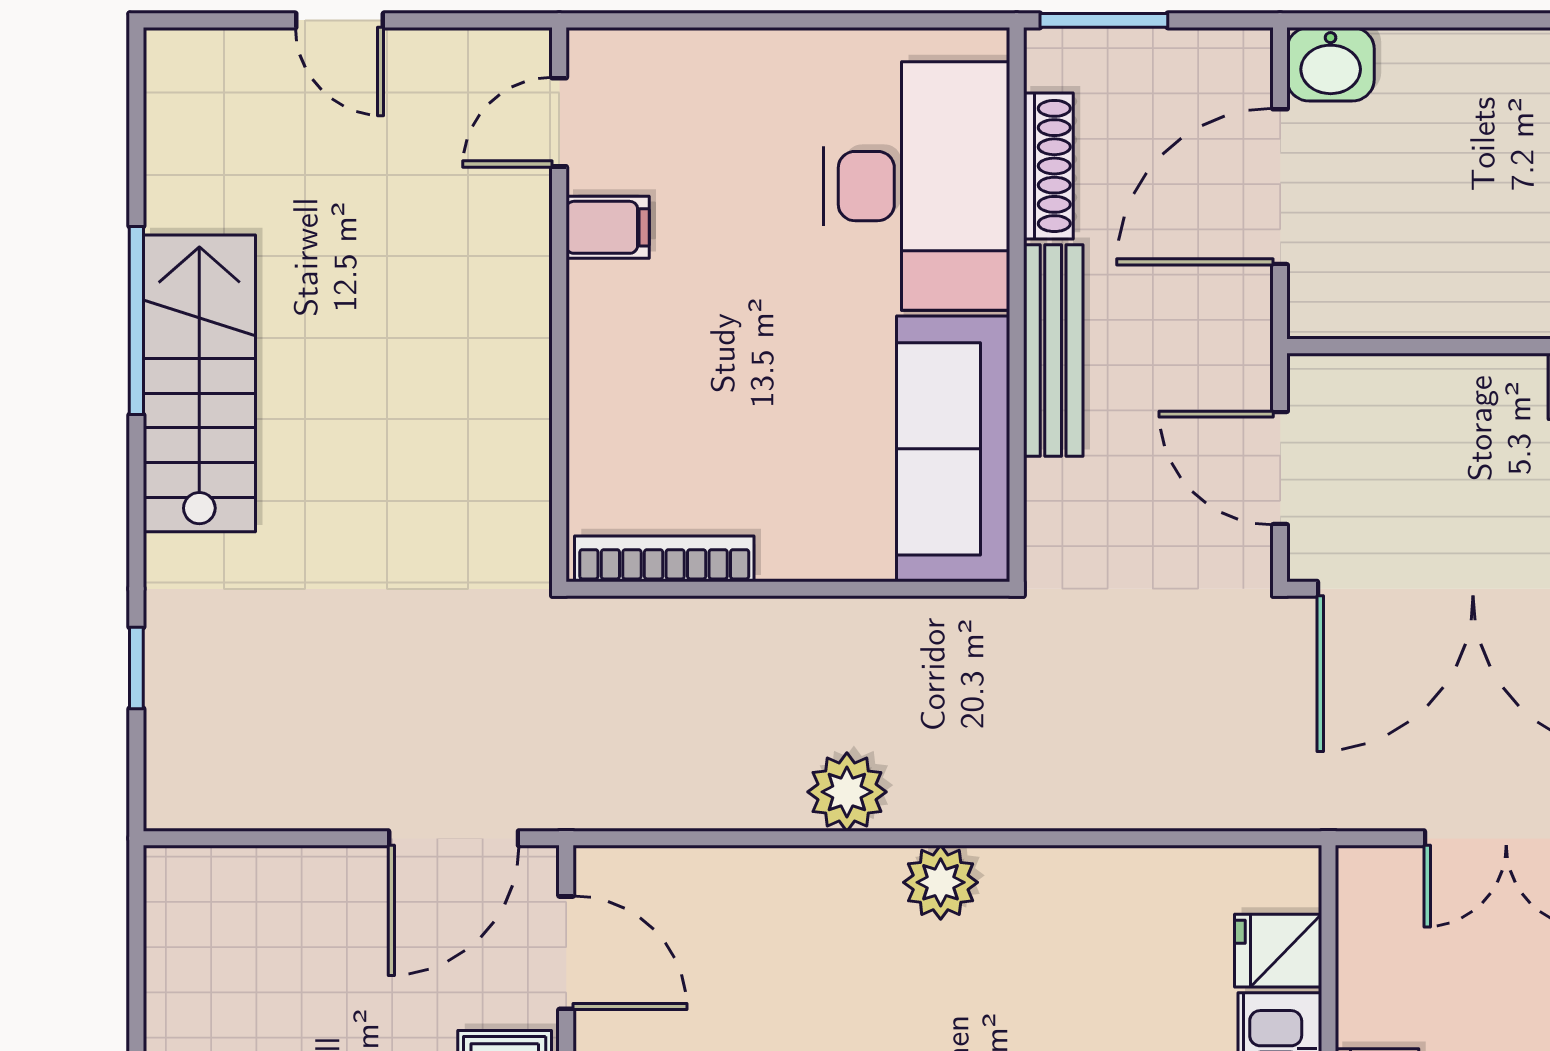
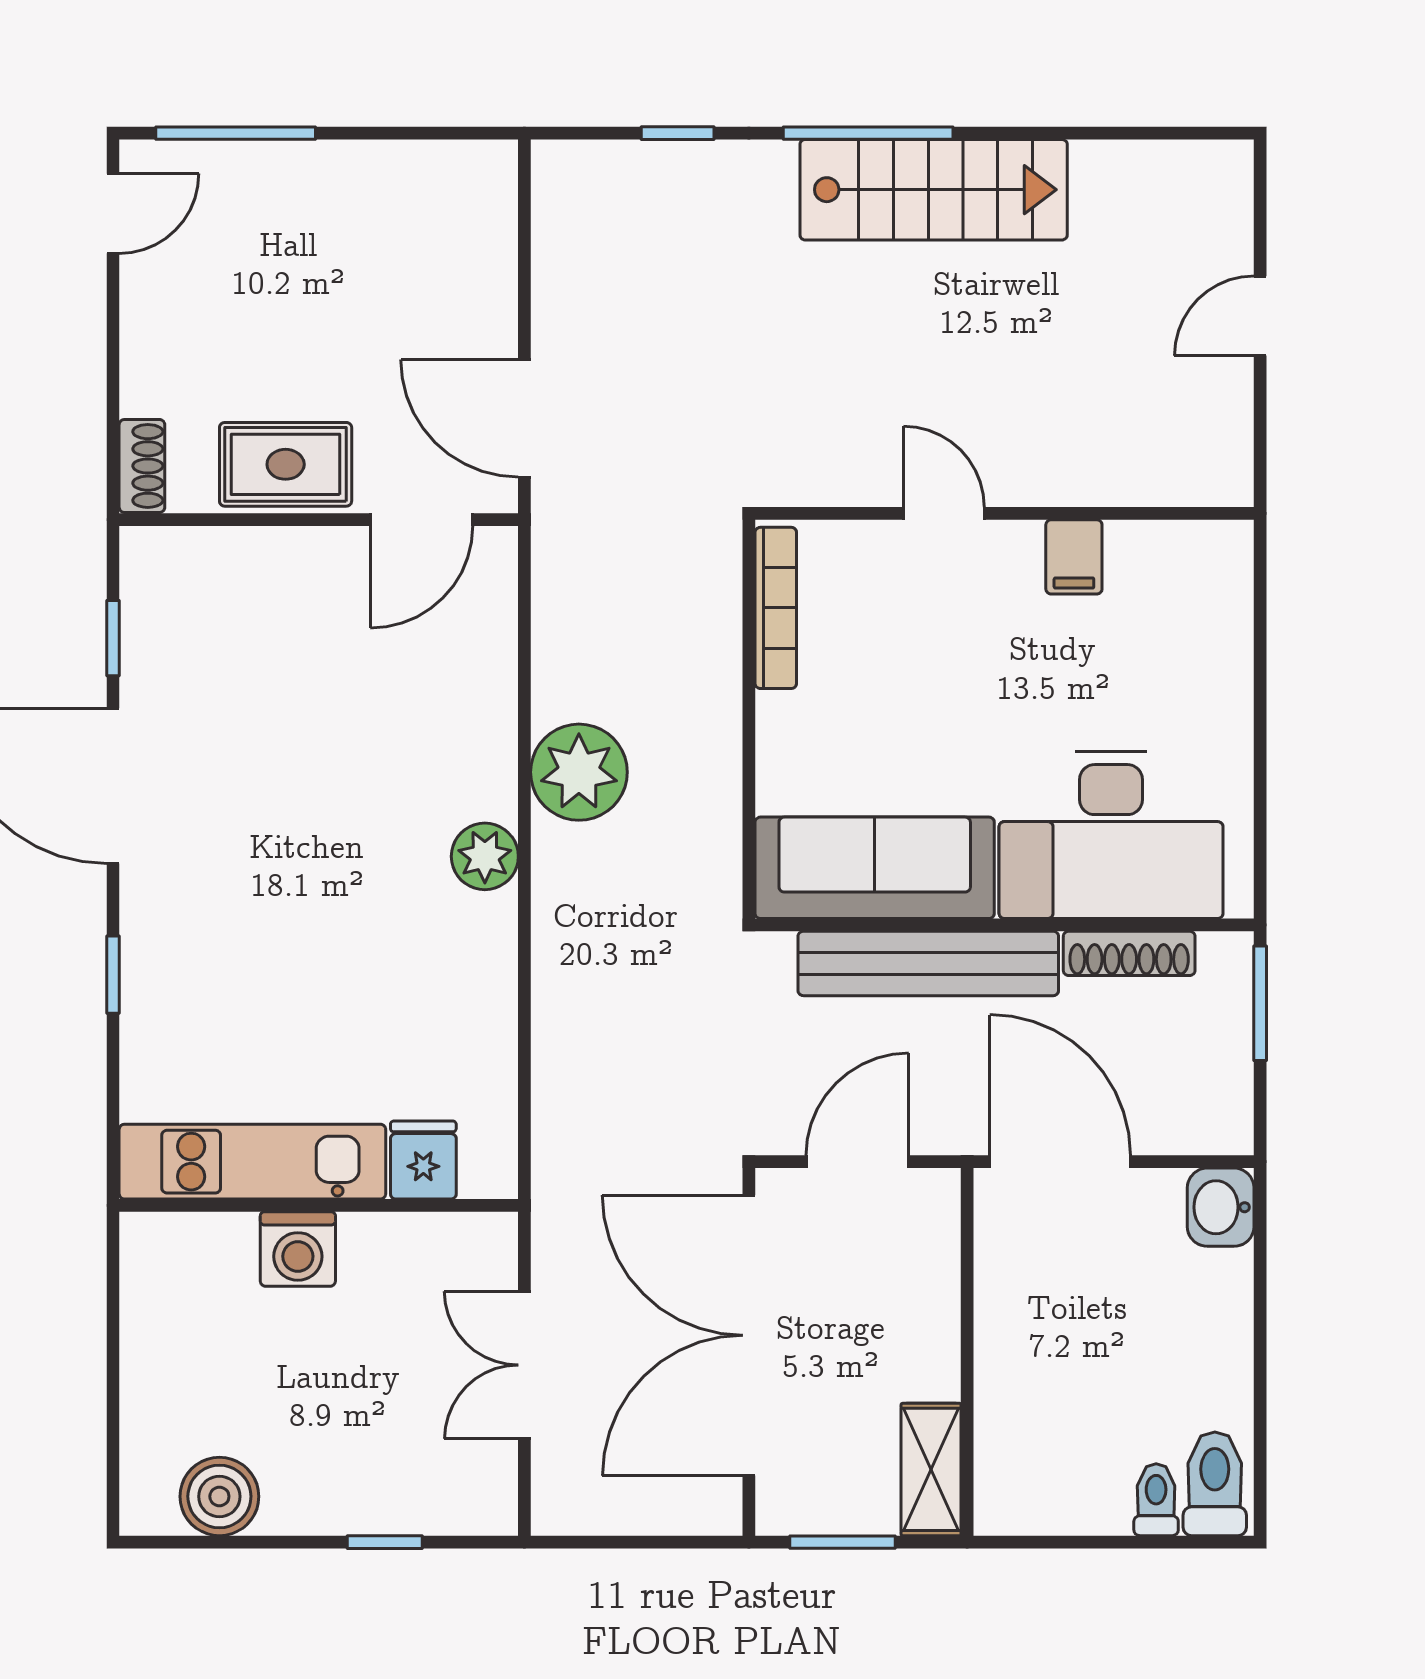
door: (559, 122) -> (944, 513), moved
door: (1280, 187) -> (1060, 1162), moved
window: (136, 320) -> (868, 133), moved
bench: (1053, 350) -> (928, 963), width x1.37, depth x1.21
plant: (847, 792) -> (579, 772), width x1.36, depth x1.36

